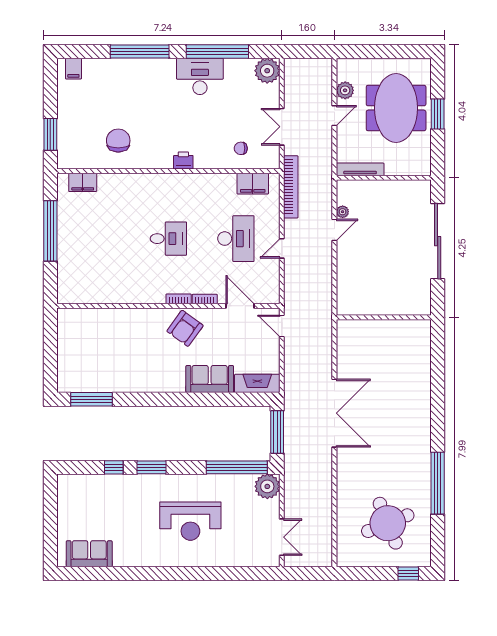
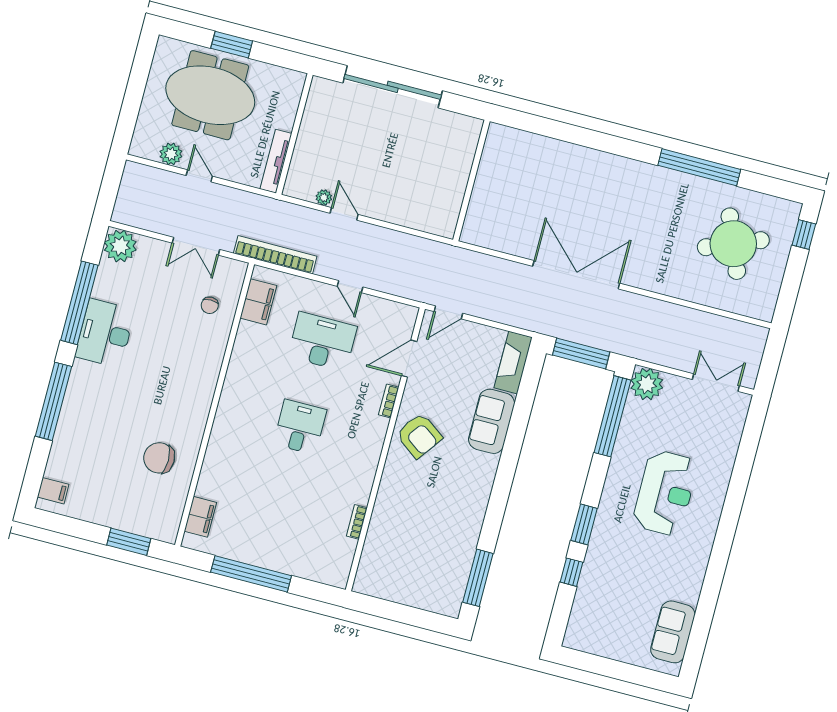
printer: (183, 160) -> (206, 382), removed
bookcase: (179, 299) -> (357, 522), moved

